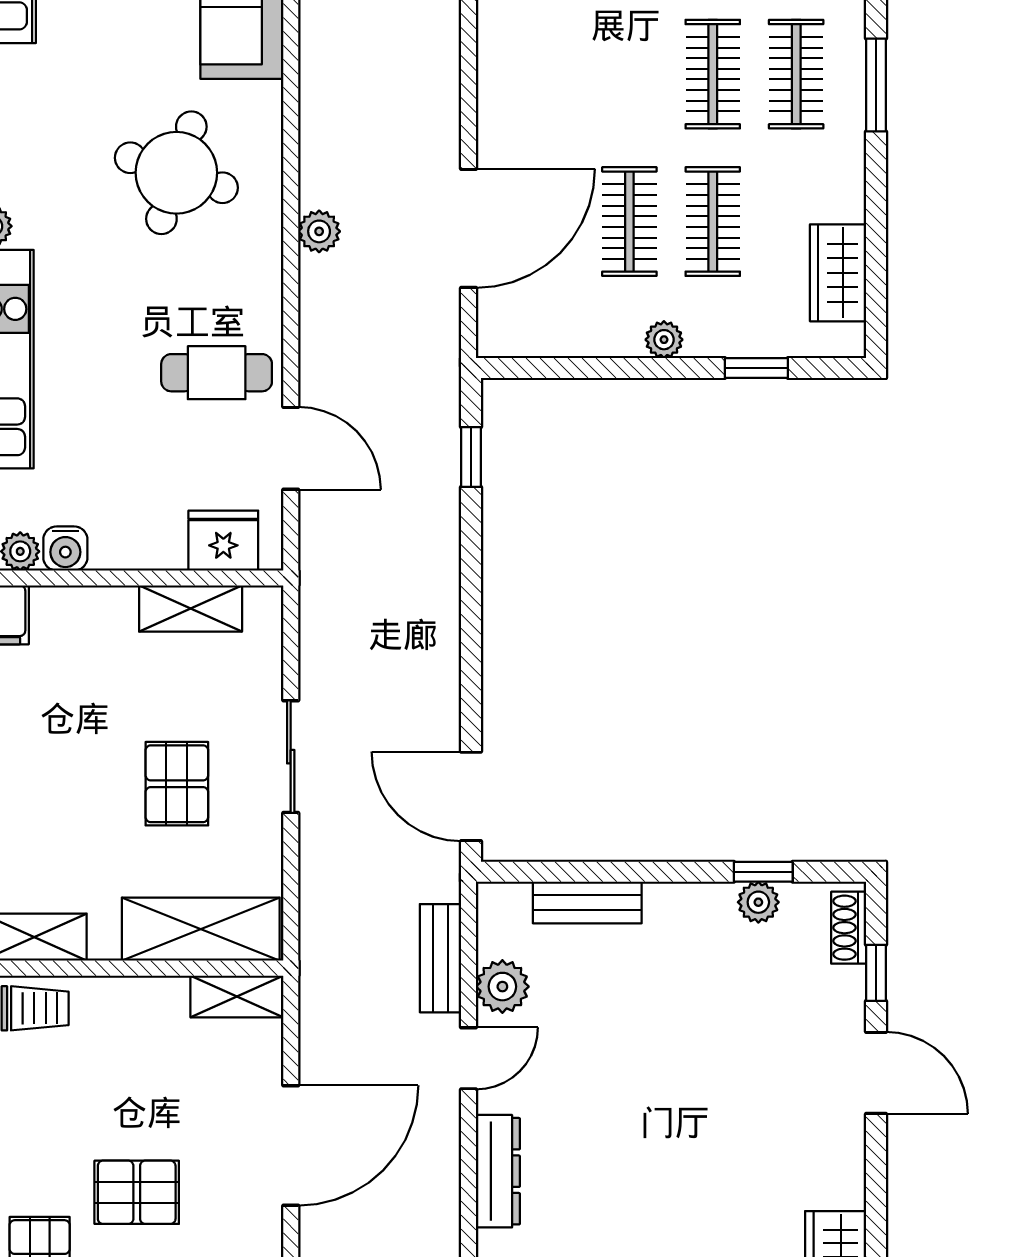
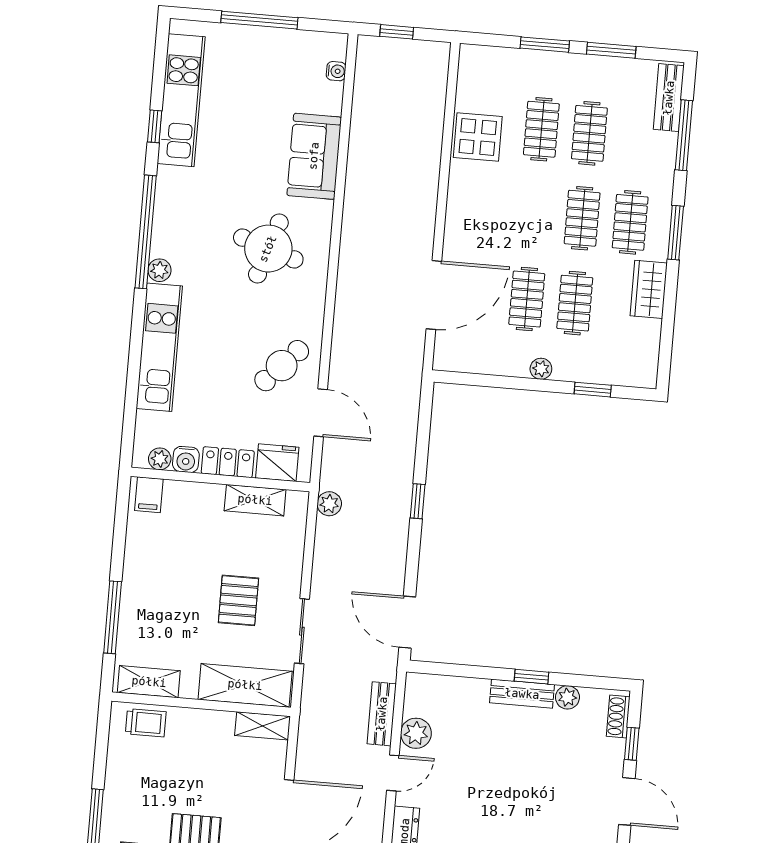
plant: (319, 231) -> (329, 504), moved
wardrobe: (838, 273) -> (649, 289), moved
cafe table: (217, 373) -> (282, 366), turned -47
window: (471, 457) -> (418, 501), moved
locker: (138, 547) -> (228, 462), added
sliding door: (291, 757) -> (302, 631), moved
window: (763, 872) -> (531, 677), moved
bench: (587, 903) -> (522, 694), moved

